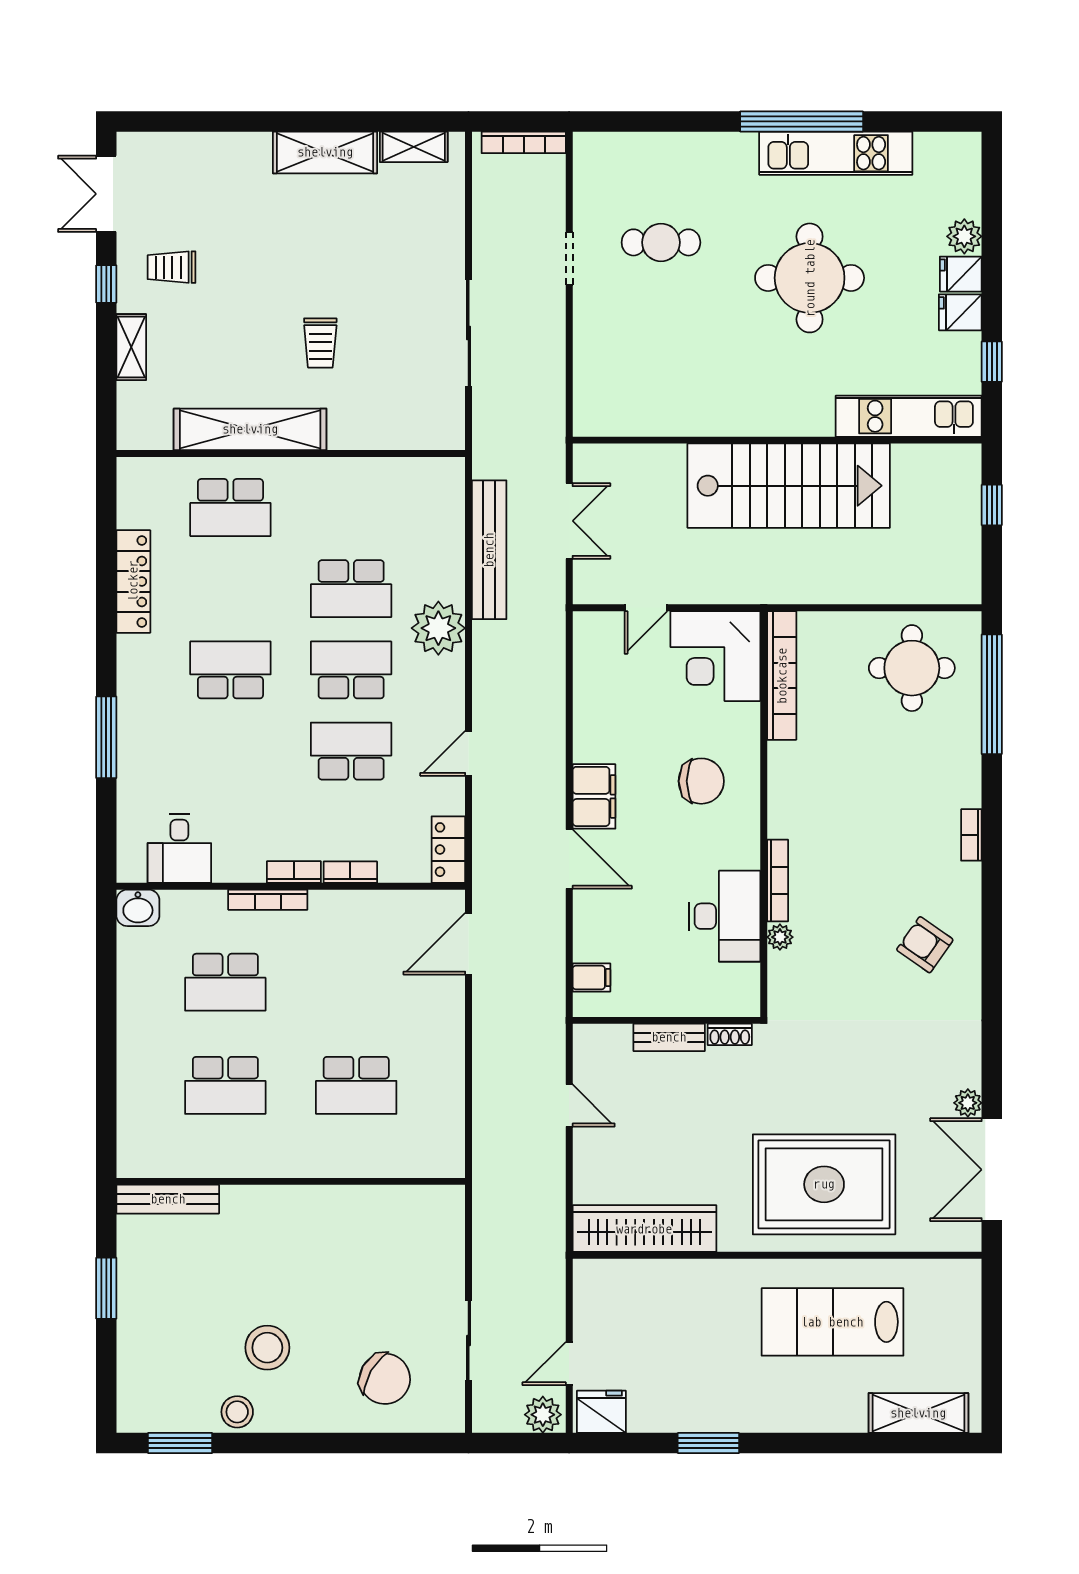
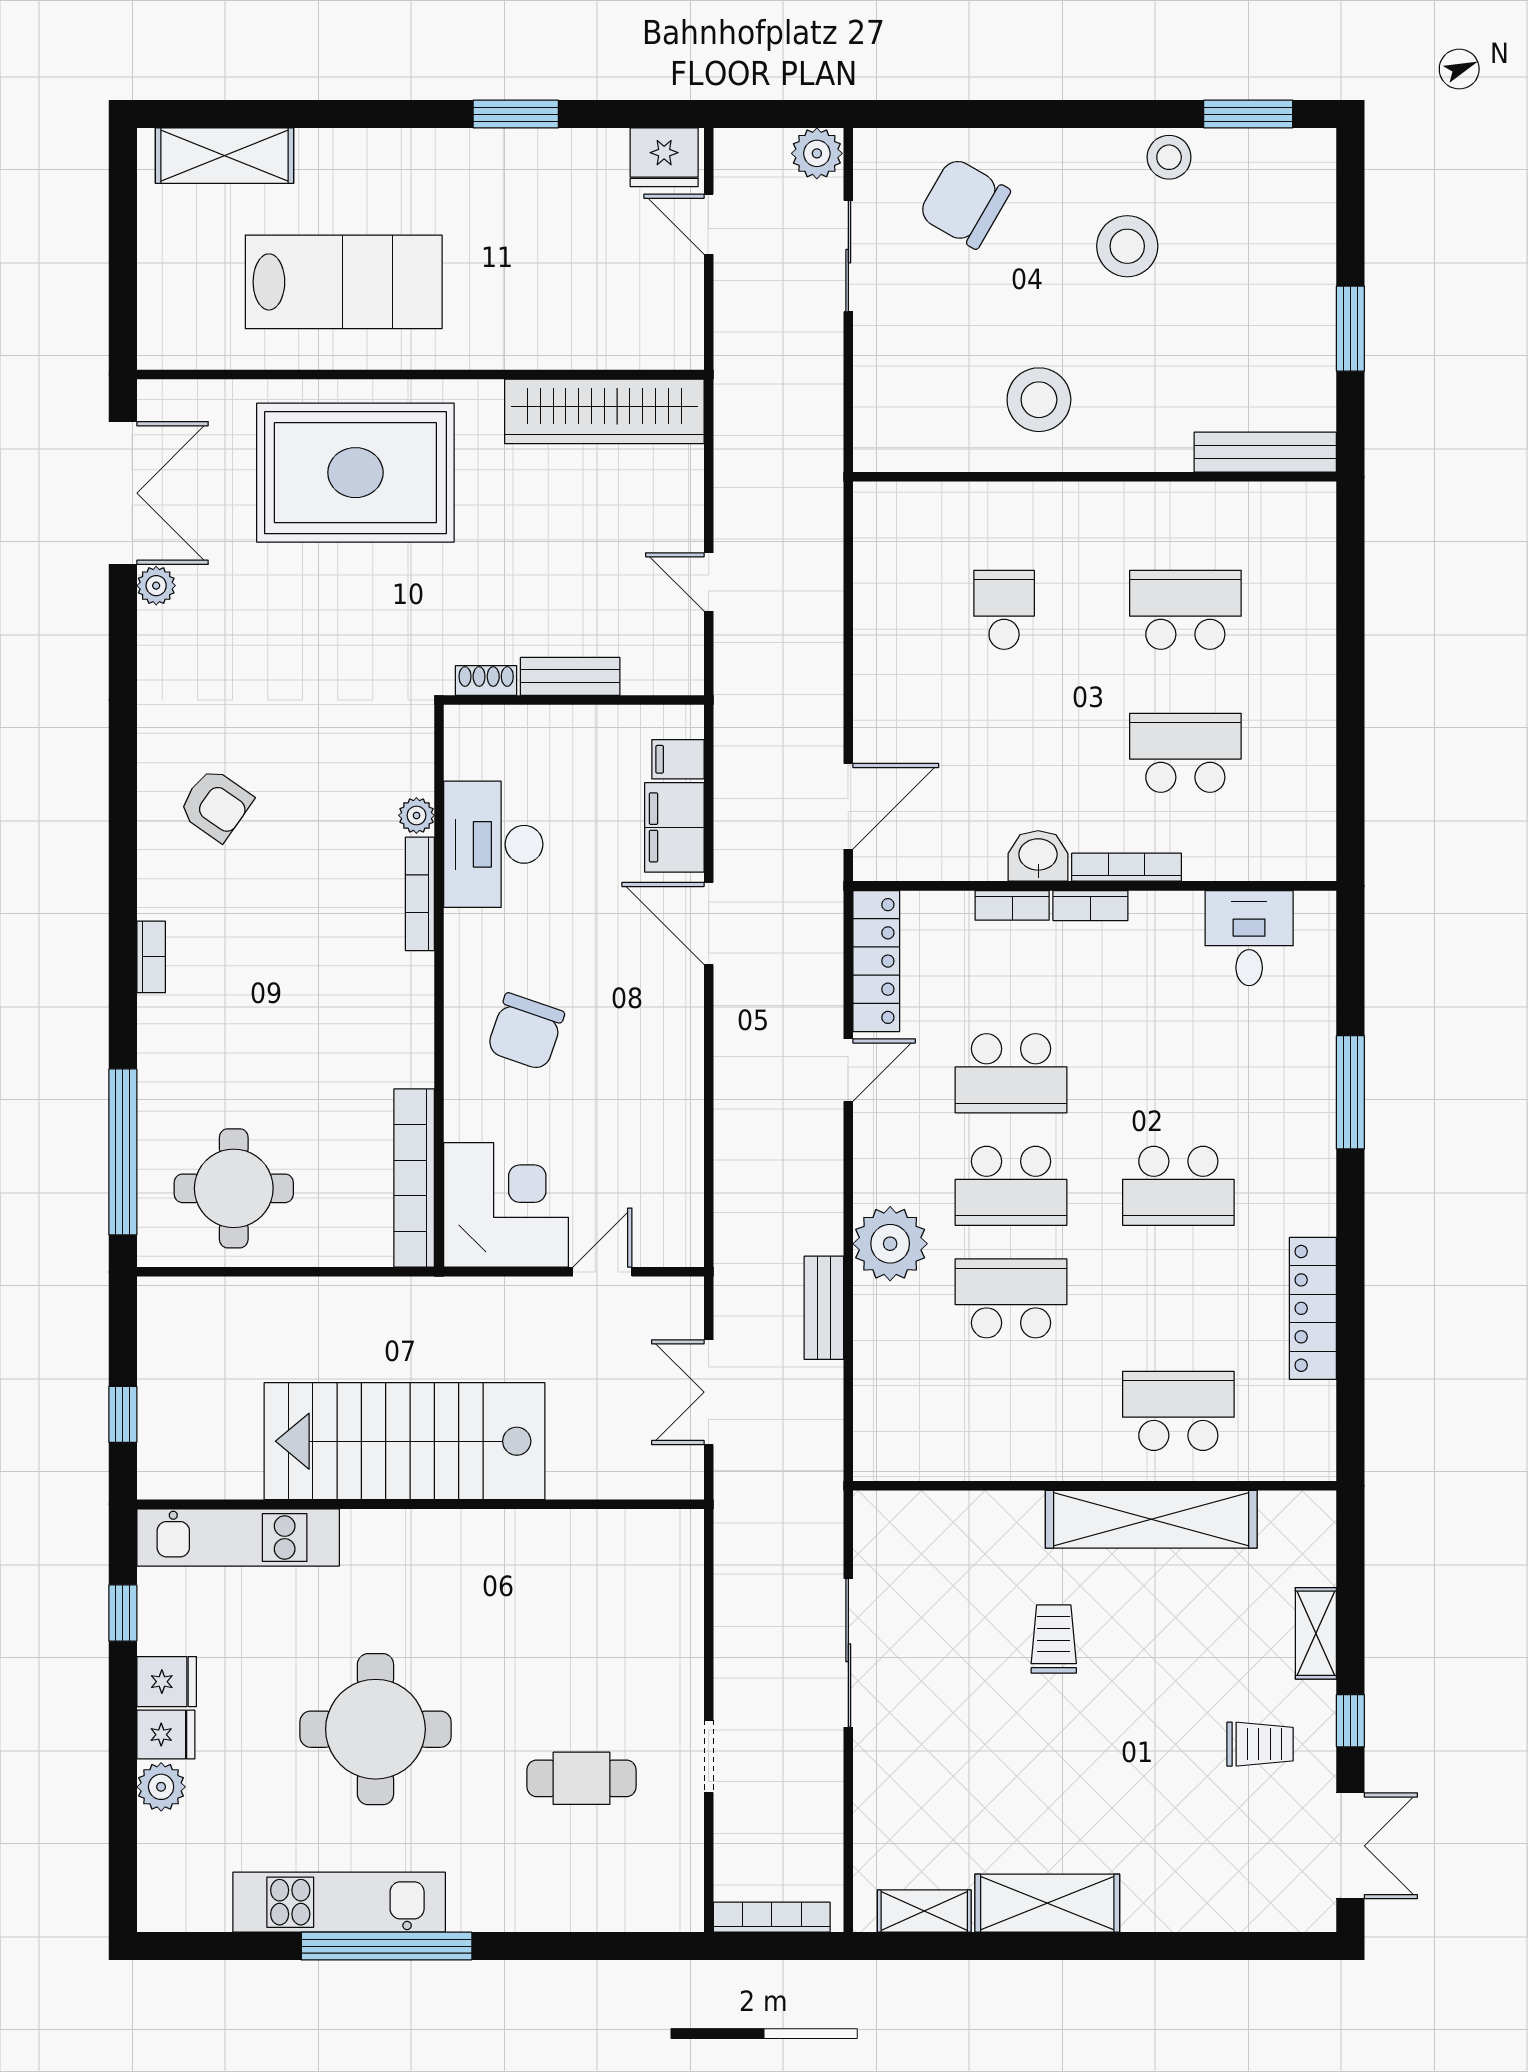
bench: (489, 550) -> (824, 1308), width x0.54, depth x0.82
chair: (701, 781) -> (526, 1032), turned -71
filing cabinet: (594, 796) -> (674, 827), moved
locker: (448, 850) -> (876, 961), width x1.53
washbasin: (138, 908) -> (1038, 856), moved
school desk: (356, 1085) -> (1004, 610), width x0.54
stool: (331, 1237) -> (1039, 400), added
door: (569, 1363) -> (709, 224), swing flipped
plant: (543, 1415) -> (817, 153), moved

